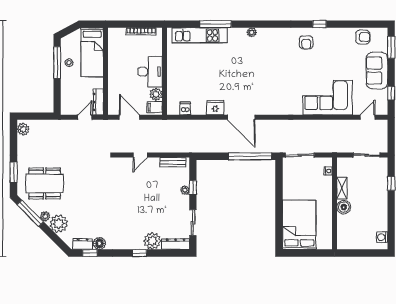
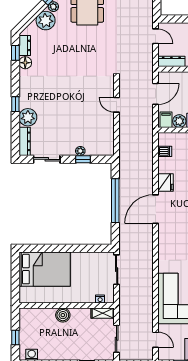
door: (85, 117) -> (156, 36), moved
window: (250, 156) -> (115, 201), moved
bench: (173, 162) -> (109, 138), removed
shelving: (342, 188) -> (103, 313), moved
window: (365, 253) -> (15, 338), added

